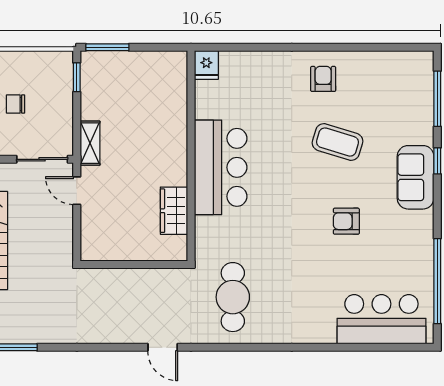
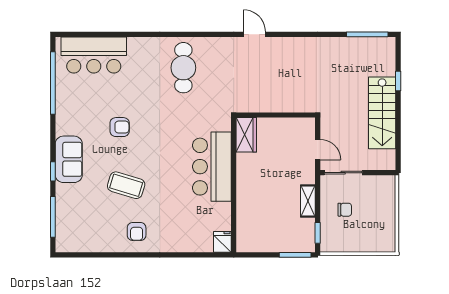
chair: (16, 104) -> (345, 210), moved
shelving: (90, 143) -> (308, 201), moved
wall: (134, 264) -> (276, 115), moved
cafe table: (233, 297) -> (183, 68), moved

